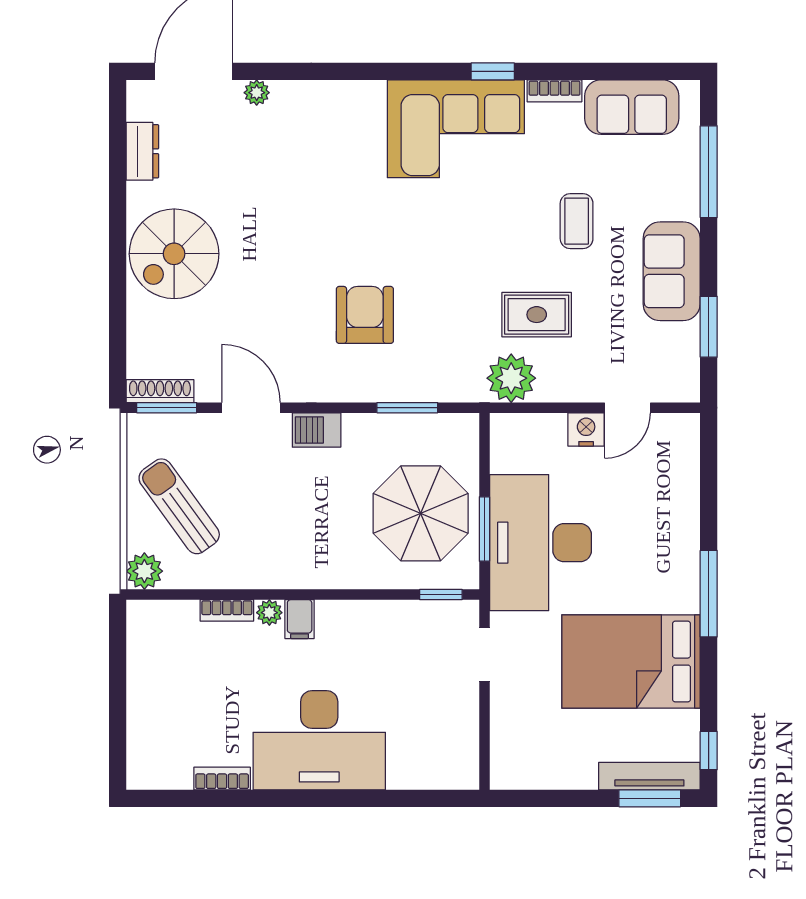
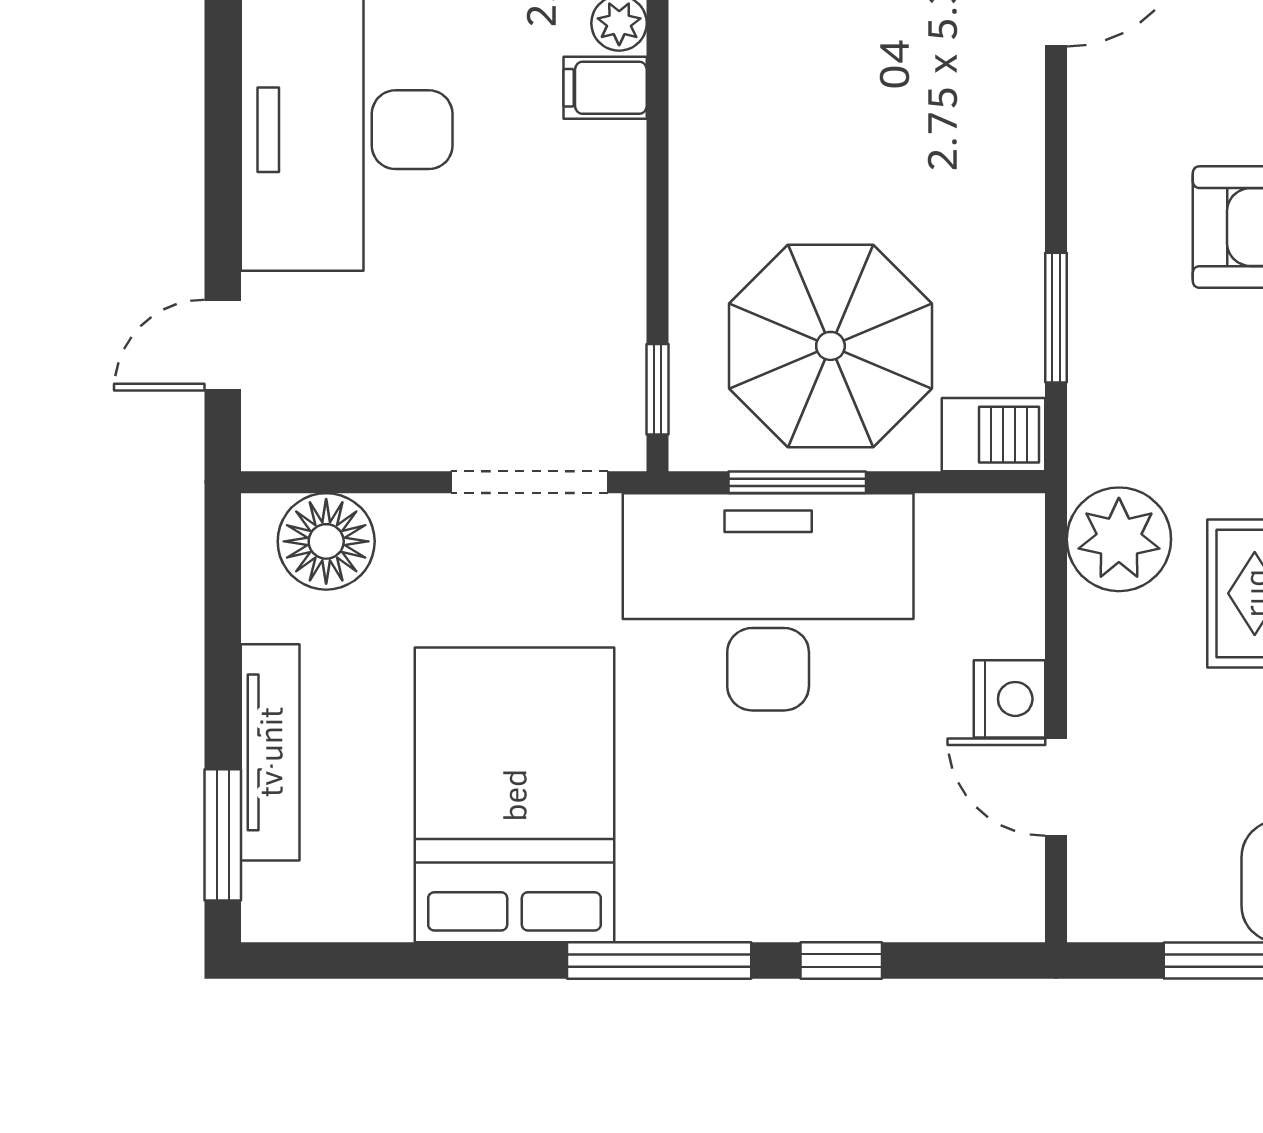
barbecue: (317, 430) -> (993, 435), moved, turned 90
doorway: (484, 654) -> (530, 482), width x1.38
floor lamp: (512, 750) -> (326, 541), added
window: (709, 751) -> (841, 960), moved
tv unit: (649, 776) -> (270, 752), moved
door: (420, 798) -> (223, 345), added

